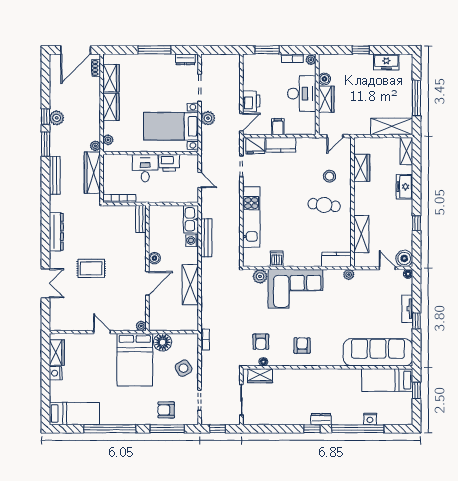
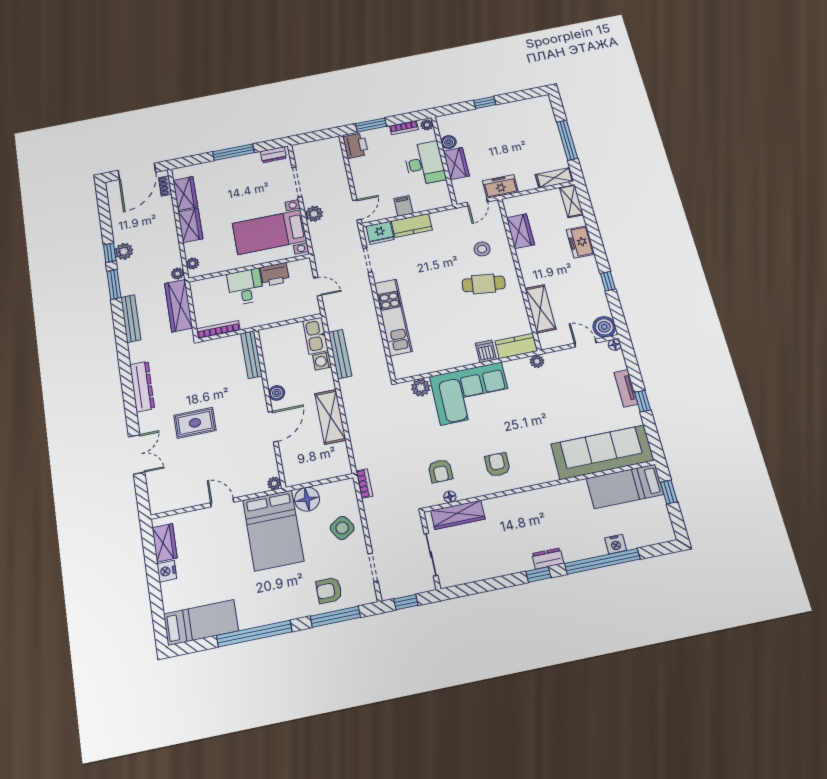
freezer: (386, 62) -> (500, 186), moved, turned 180
printer: (251, 101) -> (356, 146), moved
shelving: (392, 126) -> (555, 178), width x0.67, depth x0.75
bench: (141, 219) -> (251, 355), width x1.36
dishwasher: (277, 259) -> (486, 351), moved
wardrobe: (260, 376) -> (458, 515), width x1.50

